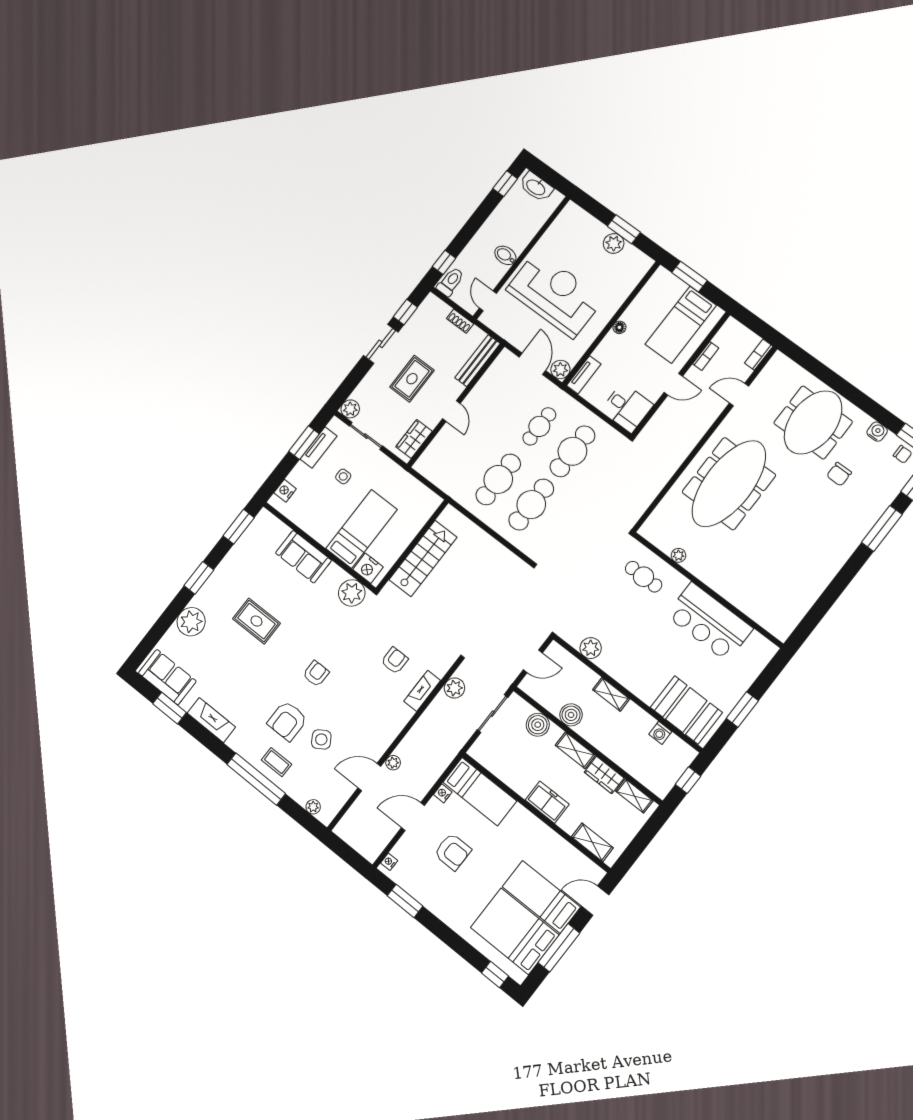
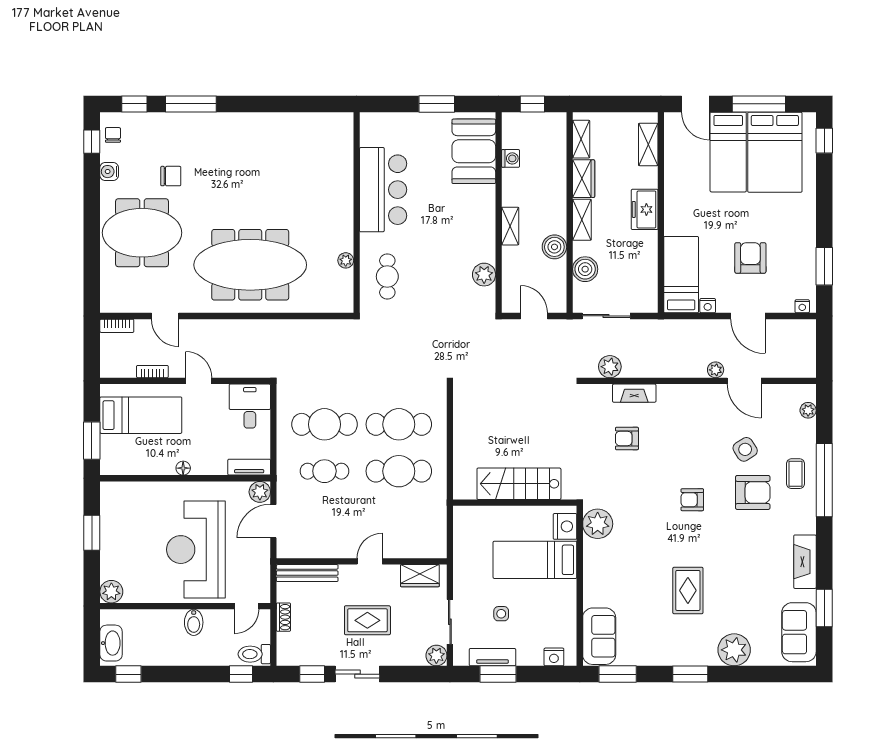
plant: (614, 243) -> (111, 592), moved
sofa: (303, 557) -> (599, 636), moved

